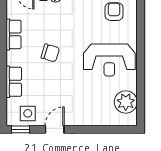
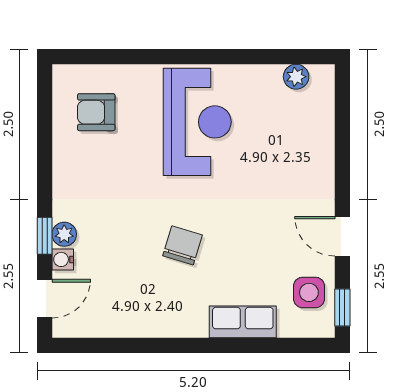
row of seats: (14, 34) -> (144, 322), removed
plant: (126, 102) -> (296, 77), width x0.53, depth x0.53

